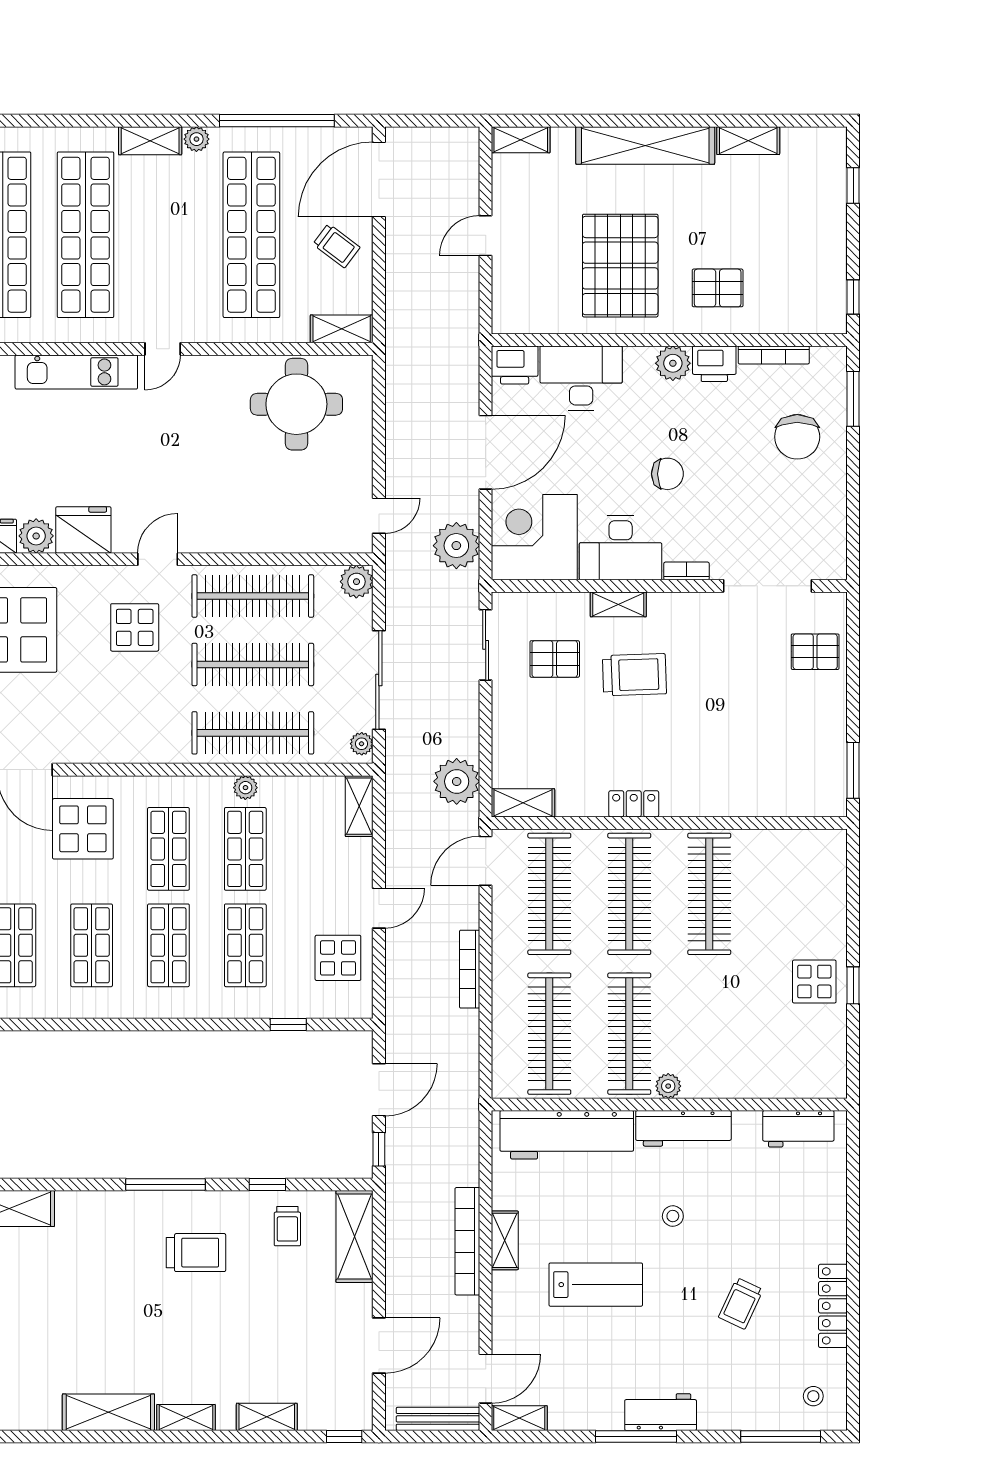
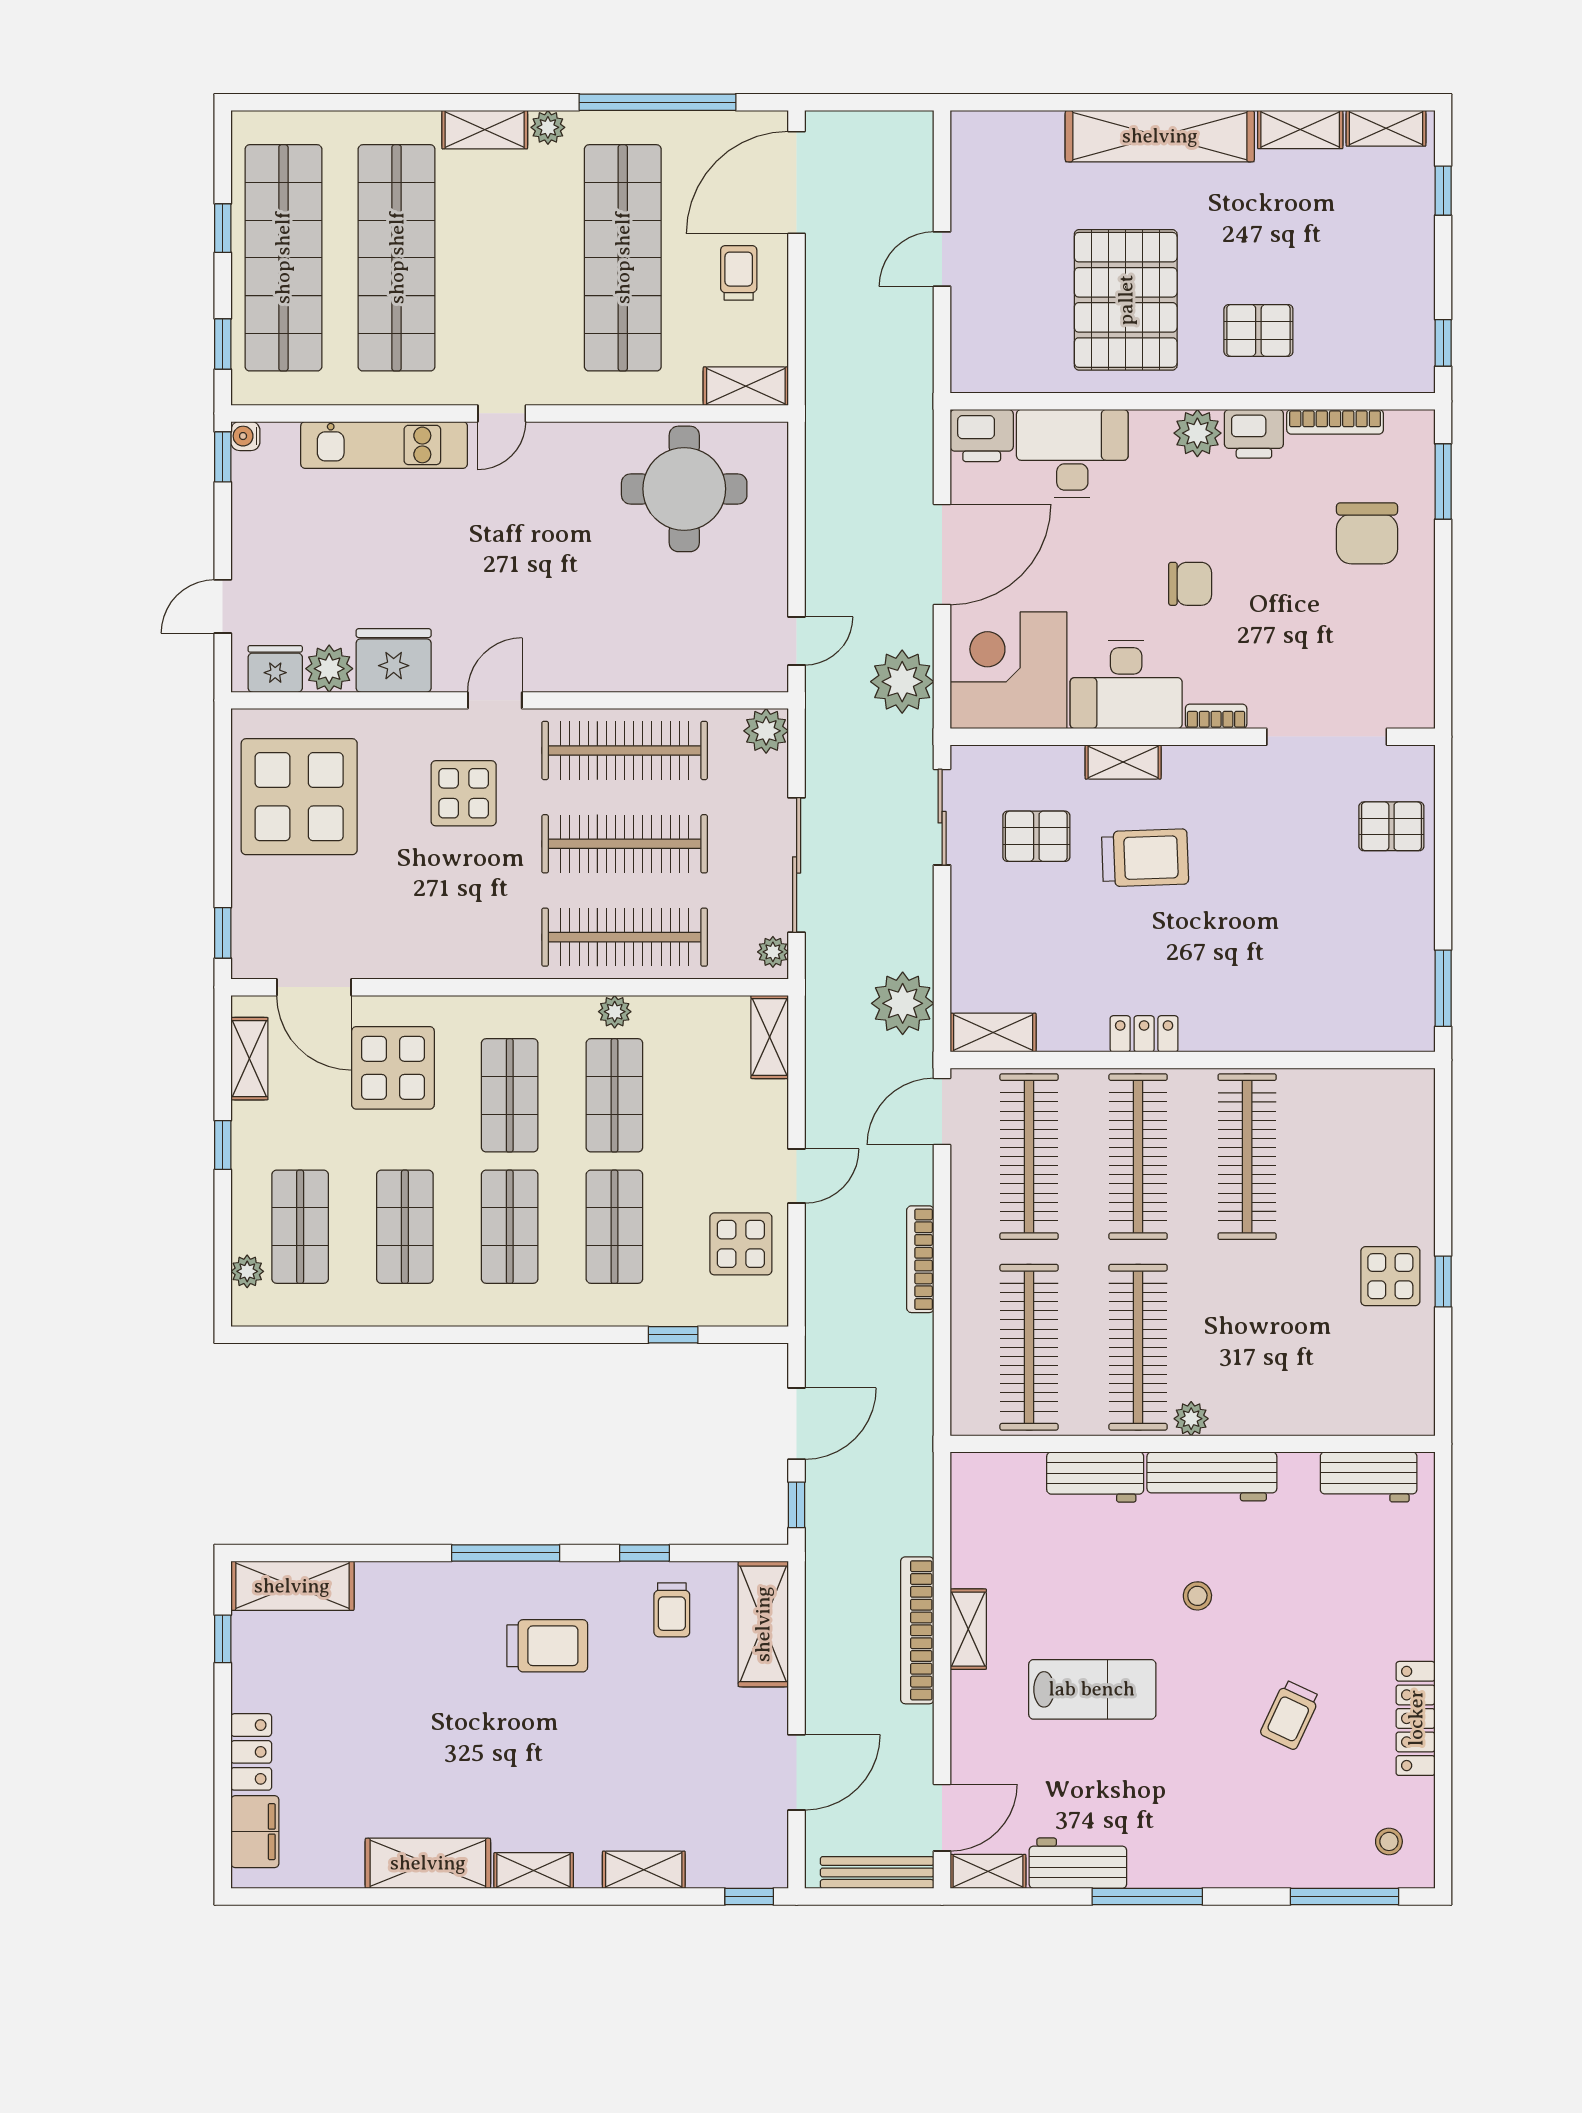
shelving: (521, 140) -> (1386, 128), moved
trolley: (336, 246) -> (739, 273), turned -127
workbench: (567, 1135) -> (1095, 1477), width x0.53, depth x0.76
workbench: (661, 1412) -> (1078, 1863), moved

